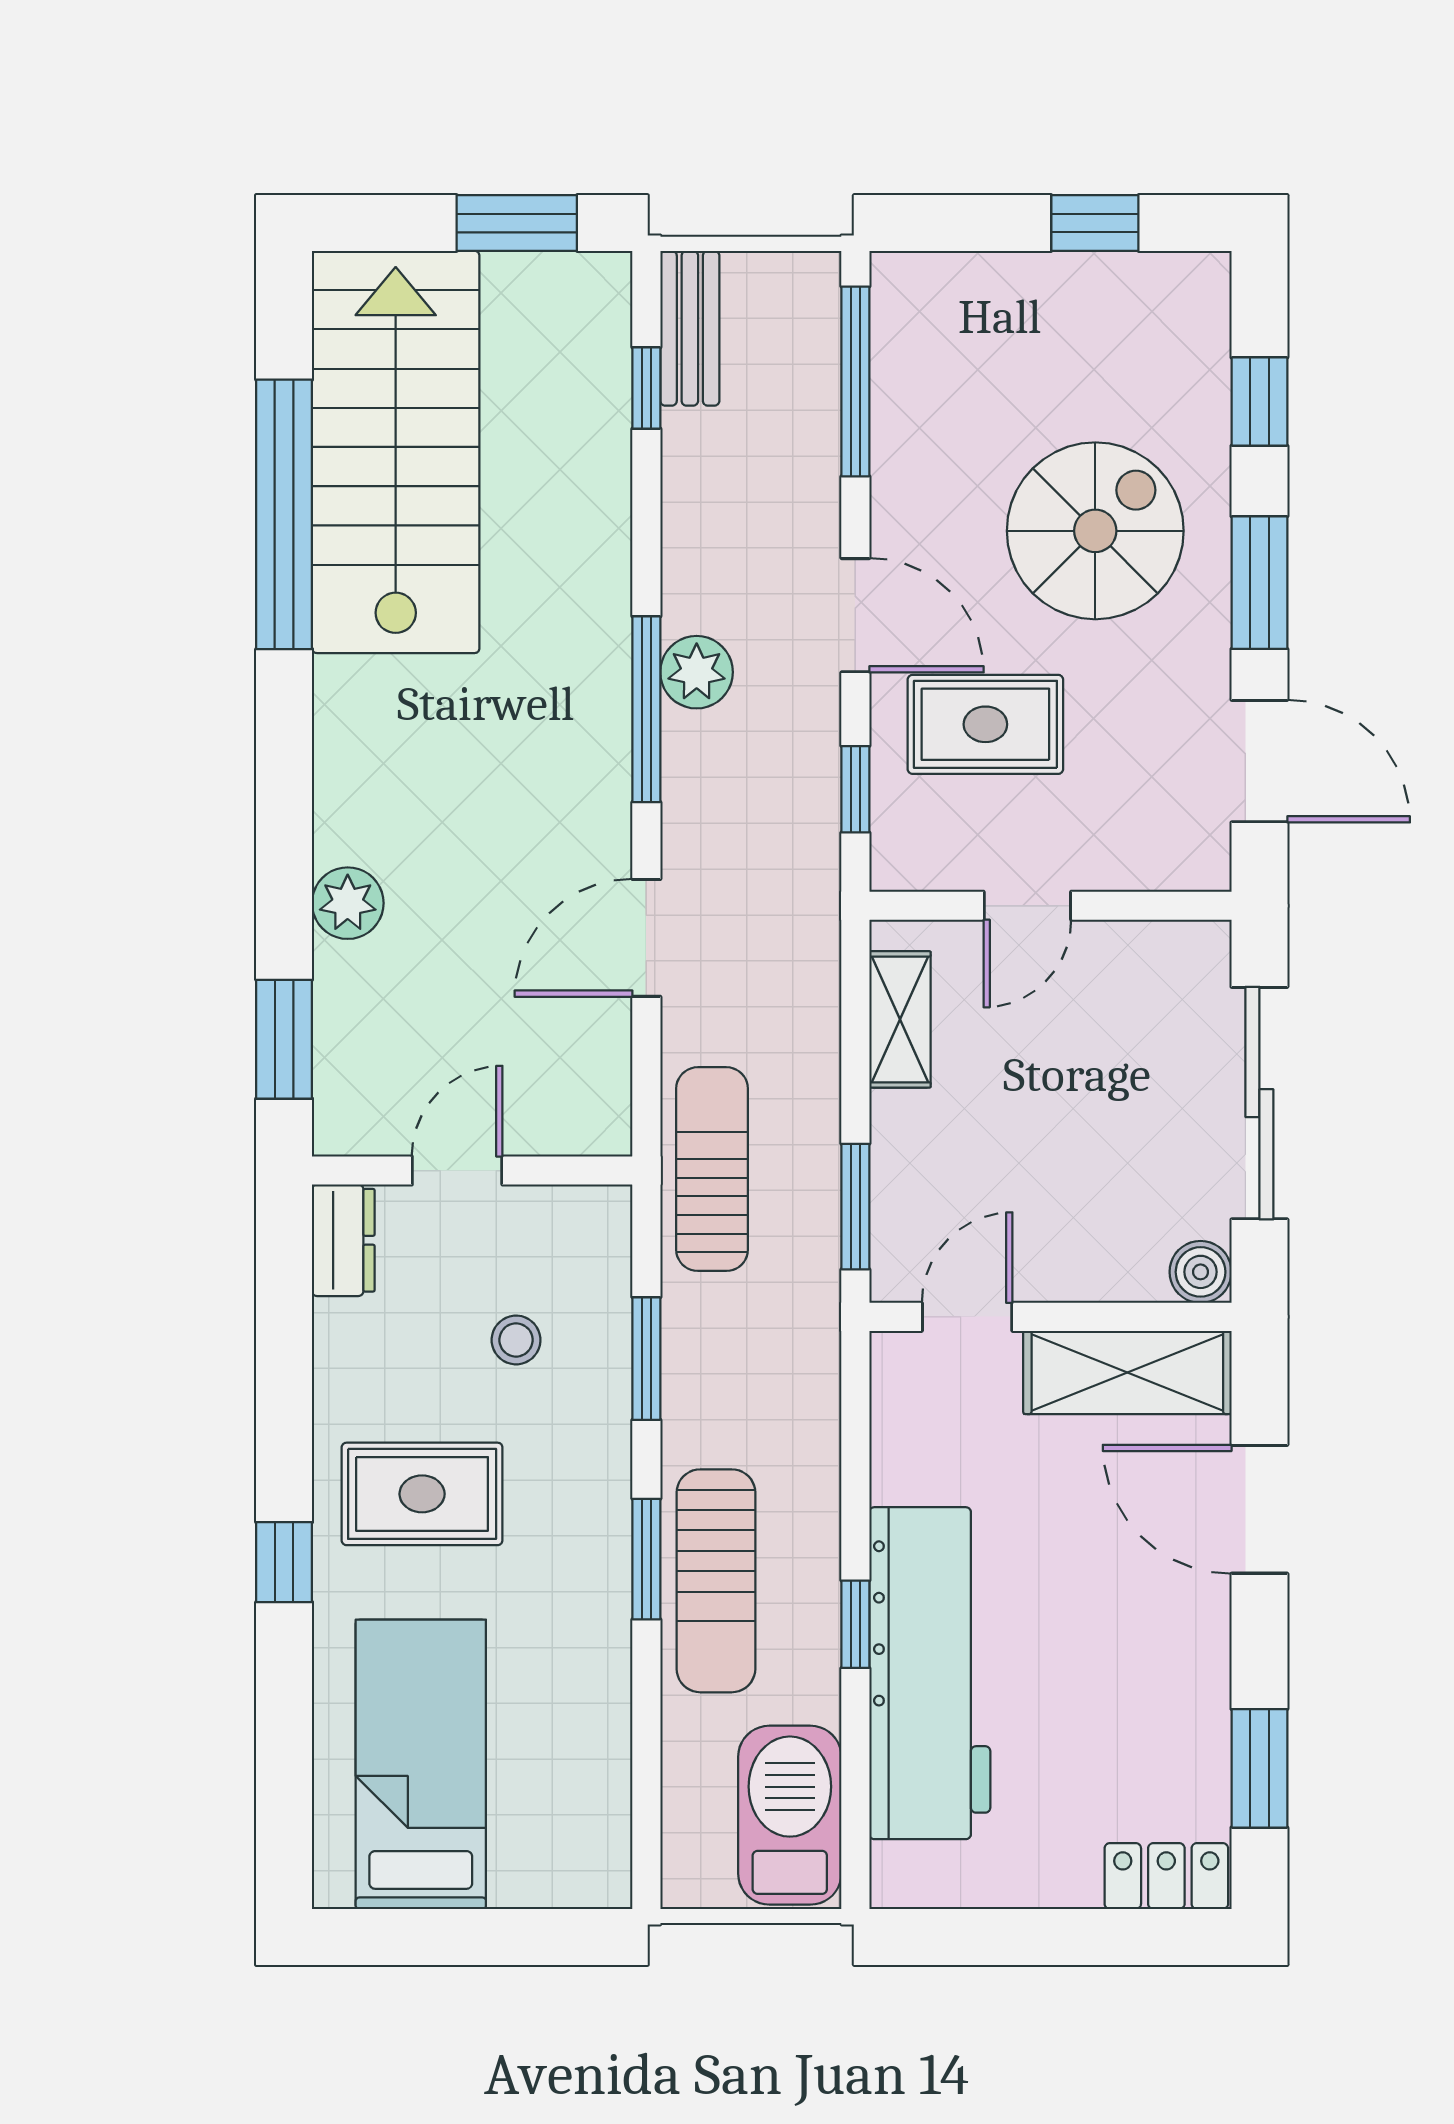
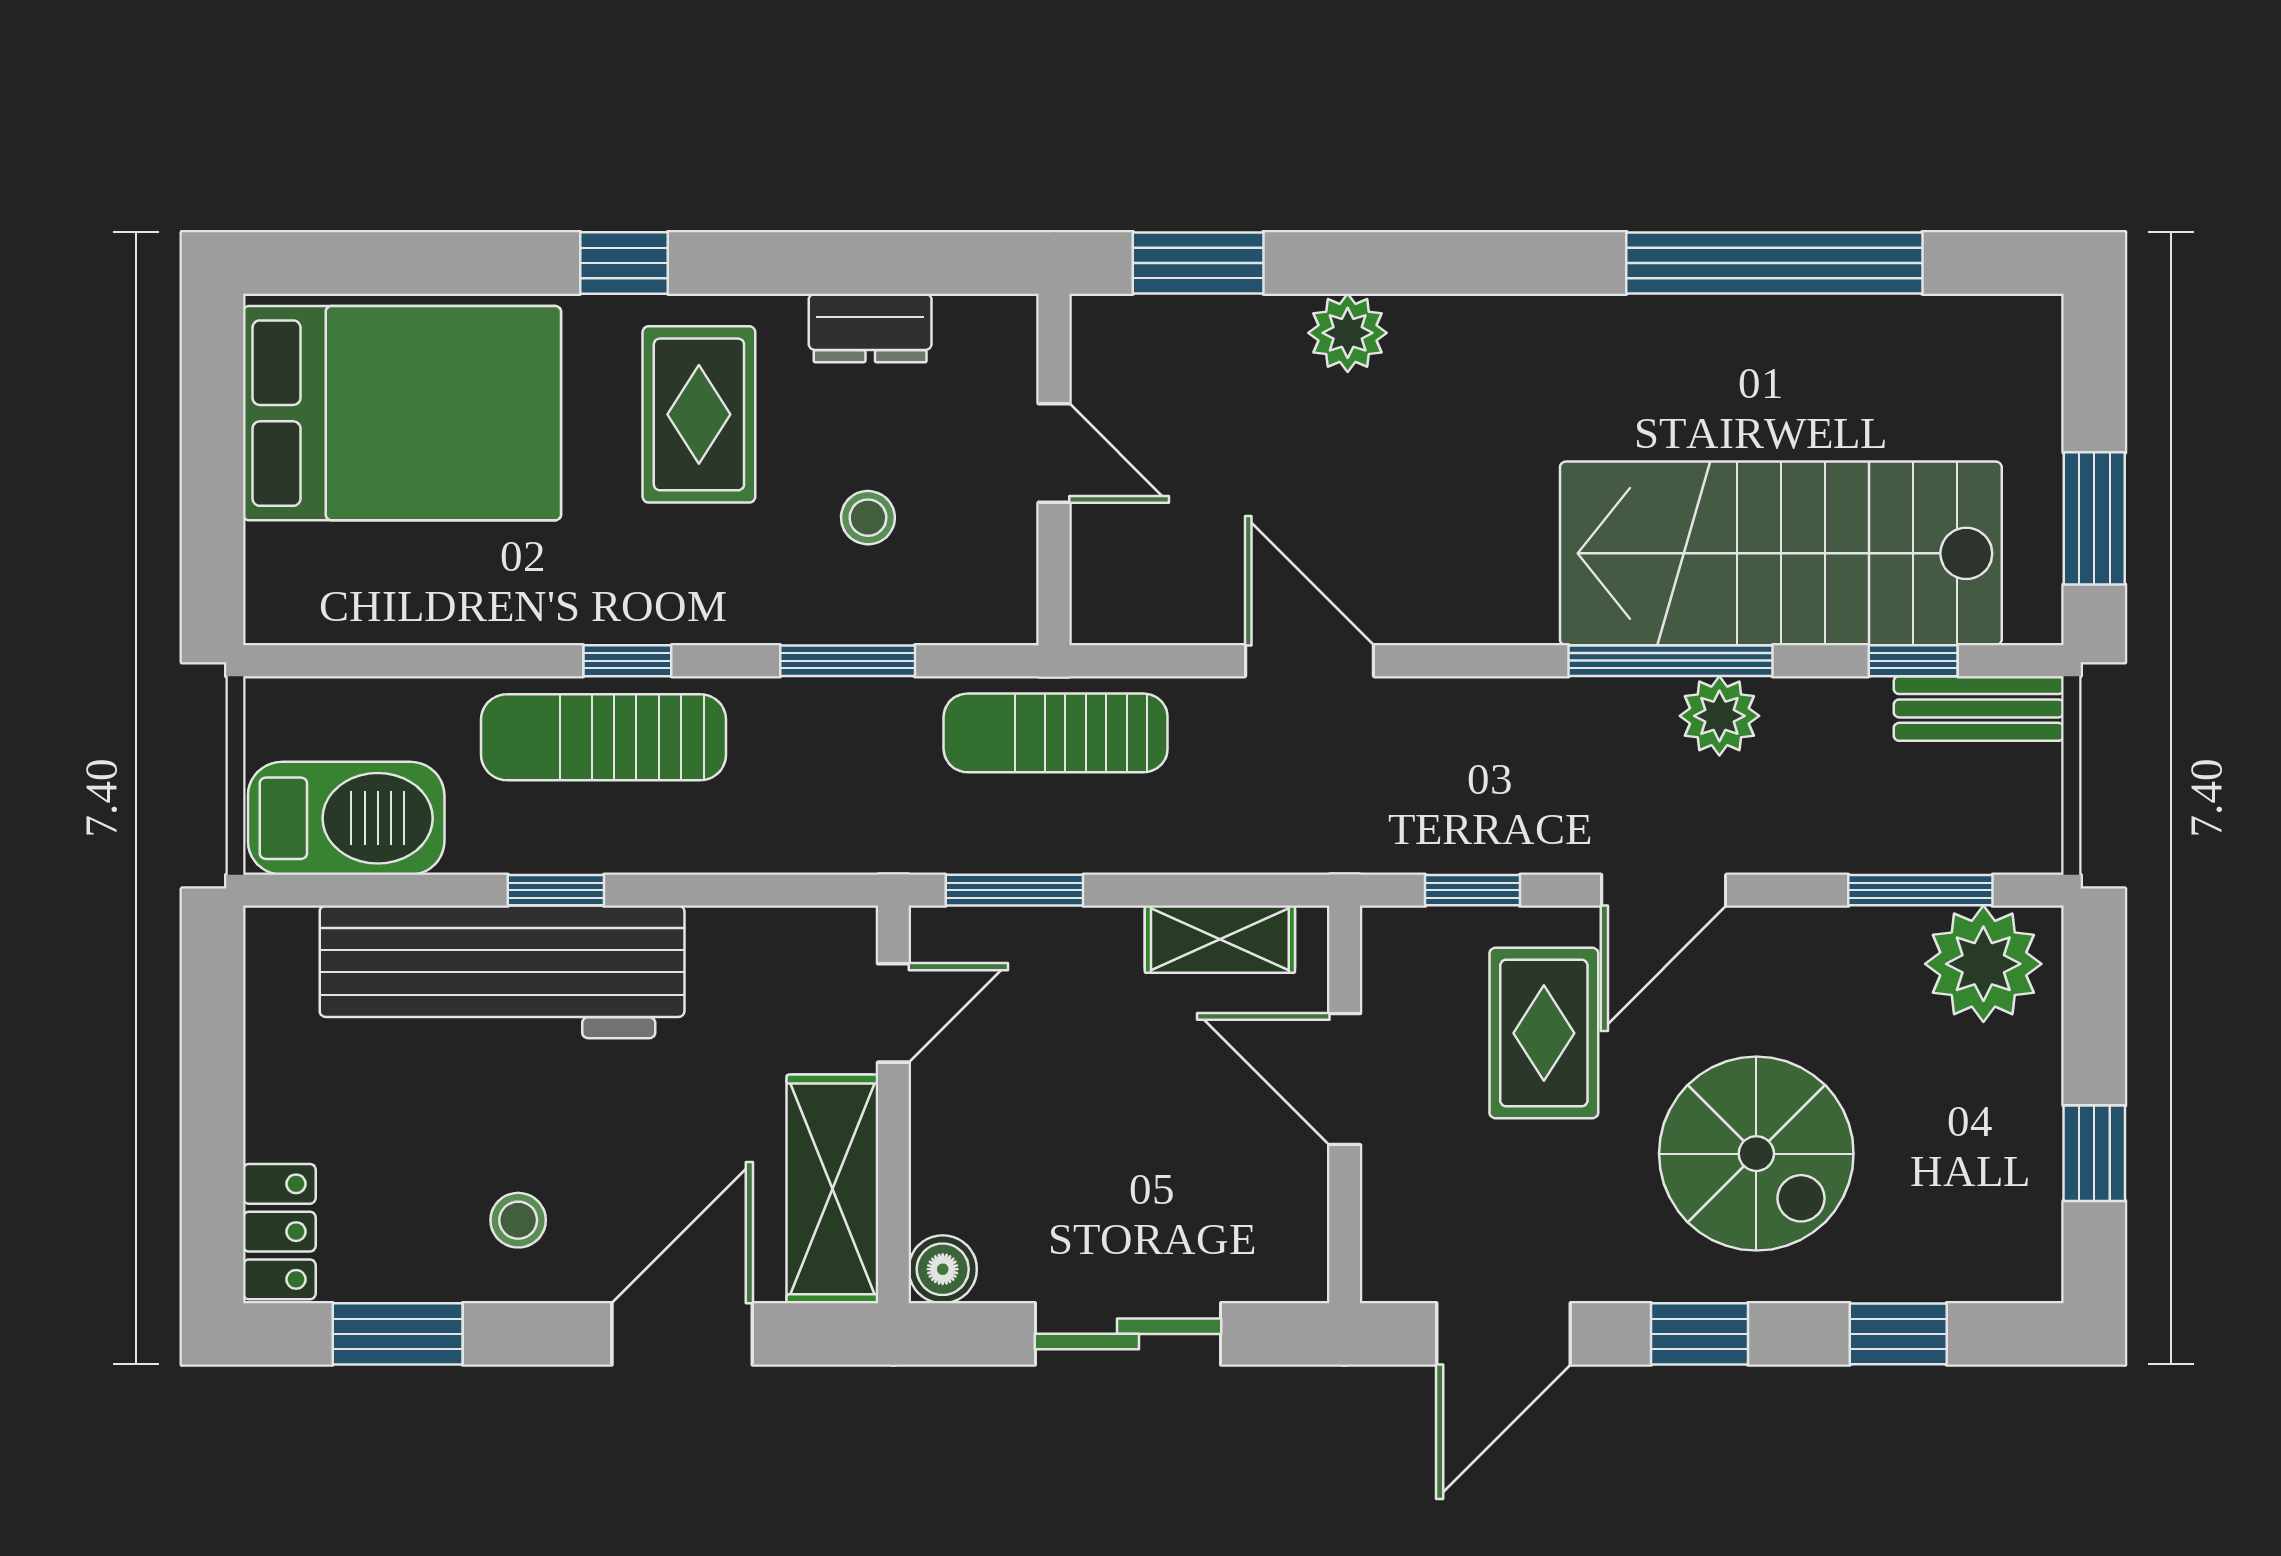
plant: (922, 324) -> (1983, 964), added
window: (855, 381) -> (1920, 890), width x0.69
stairs: (396, 452) -> (1781, 553), moved, turned 180
window: (1259, 583) -> (1699, 1334), width x0.67
plant: (697, 672) -> (1719, 716), moved
window: (646, 709) -> (1671, 661), moved
door: (1027, 906) -> (1345, 1079), width x1.38
sliding door: (1259, 1103) -> (1128, 1334), width x0.73
sun lounger: (712, 1169) -> (1056, 733), turned 180
dresser: (343, 1240) -> (870, 328), moved
door: (967, 1317) -> (893, 1013), hinge flipped
window: (646, 1559) -> (627, 661), width x0.67
stool: (1156, 1659) -> (518, 1220), added
bed: (421, 1764) -> (402, 413), width x1.50

